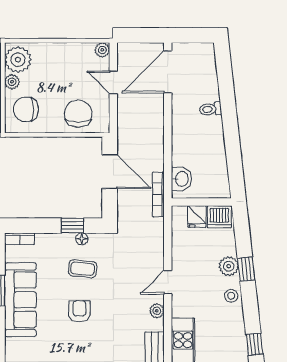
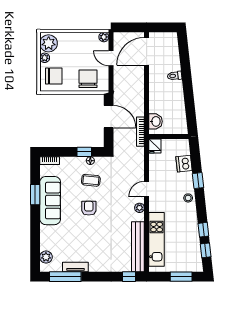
chair: (26, 109) -> (54, 76), turned 180
fridge: (197, 216) -> (155, 146), moved
dishwasher: (219, 217) -> (184, 164), moved, turned 84
plant: (229, 266) -> (187, 179), removed

